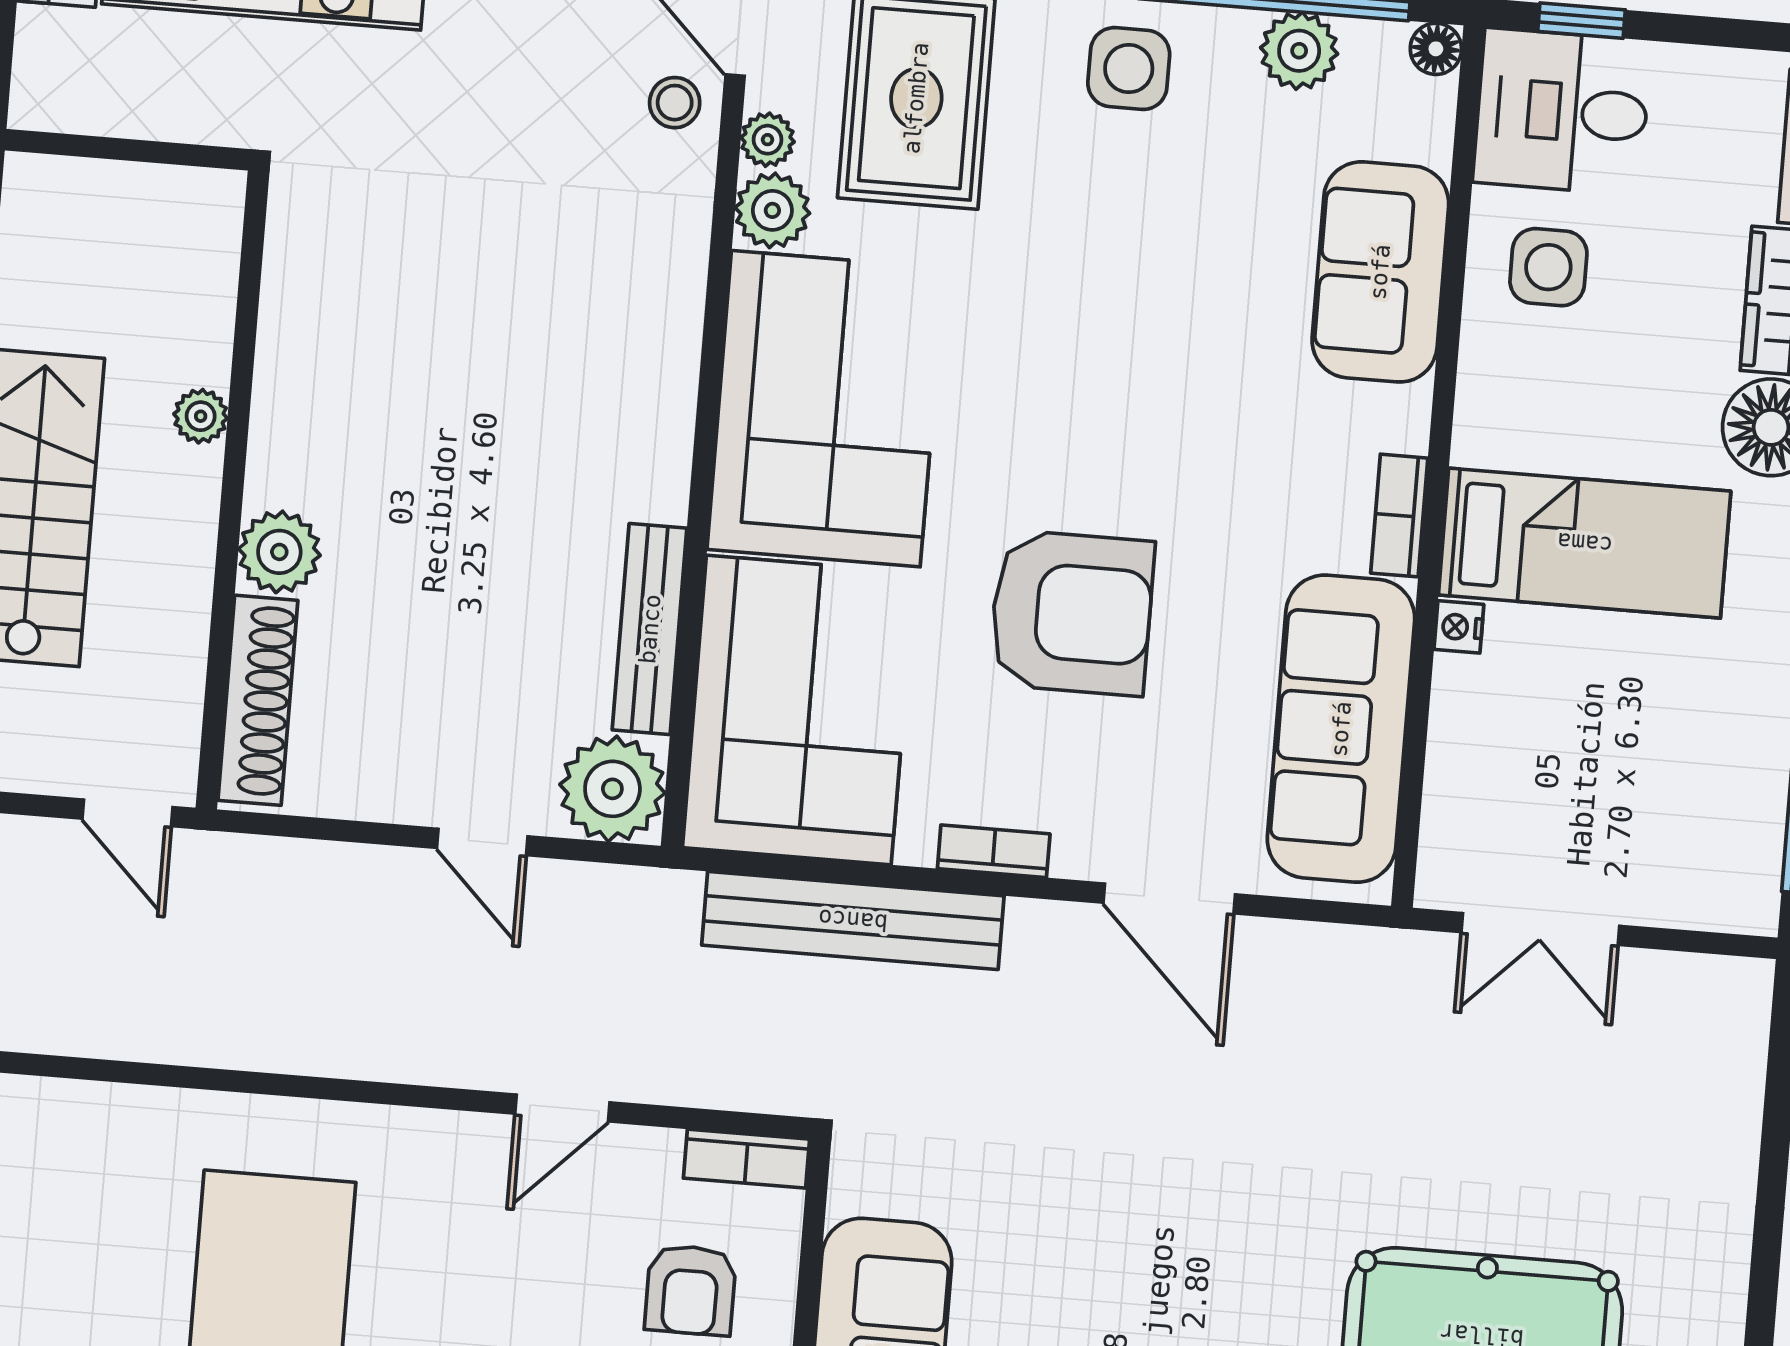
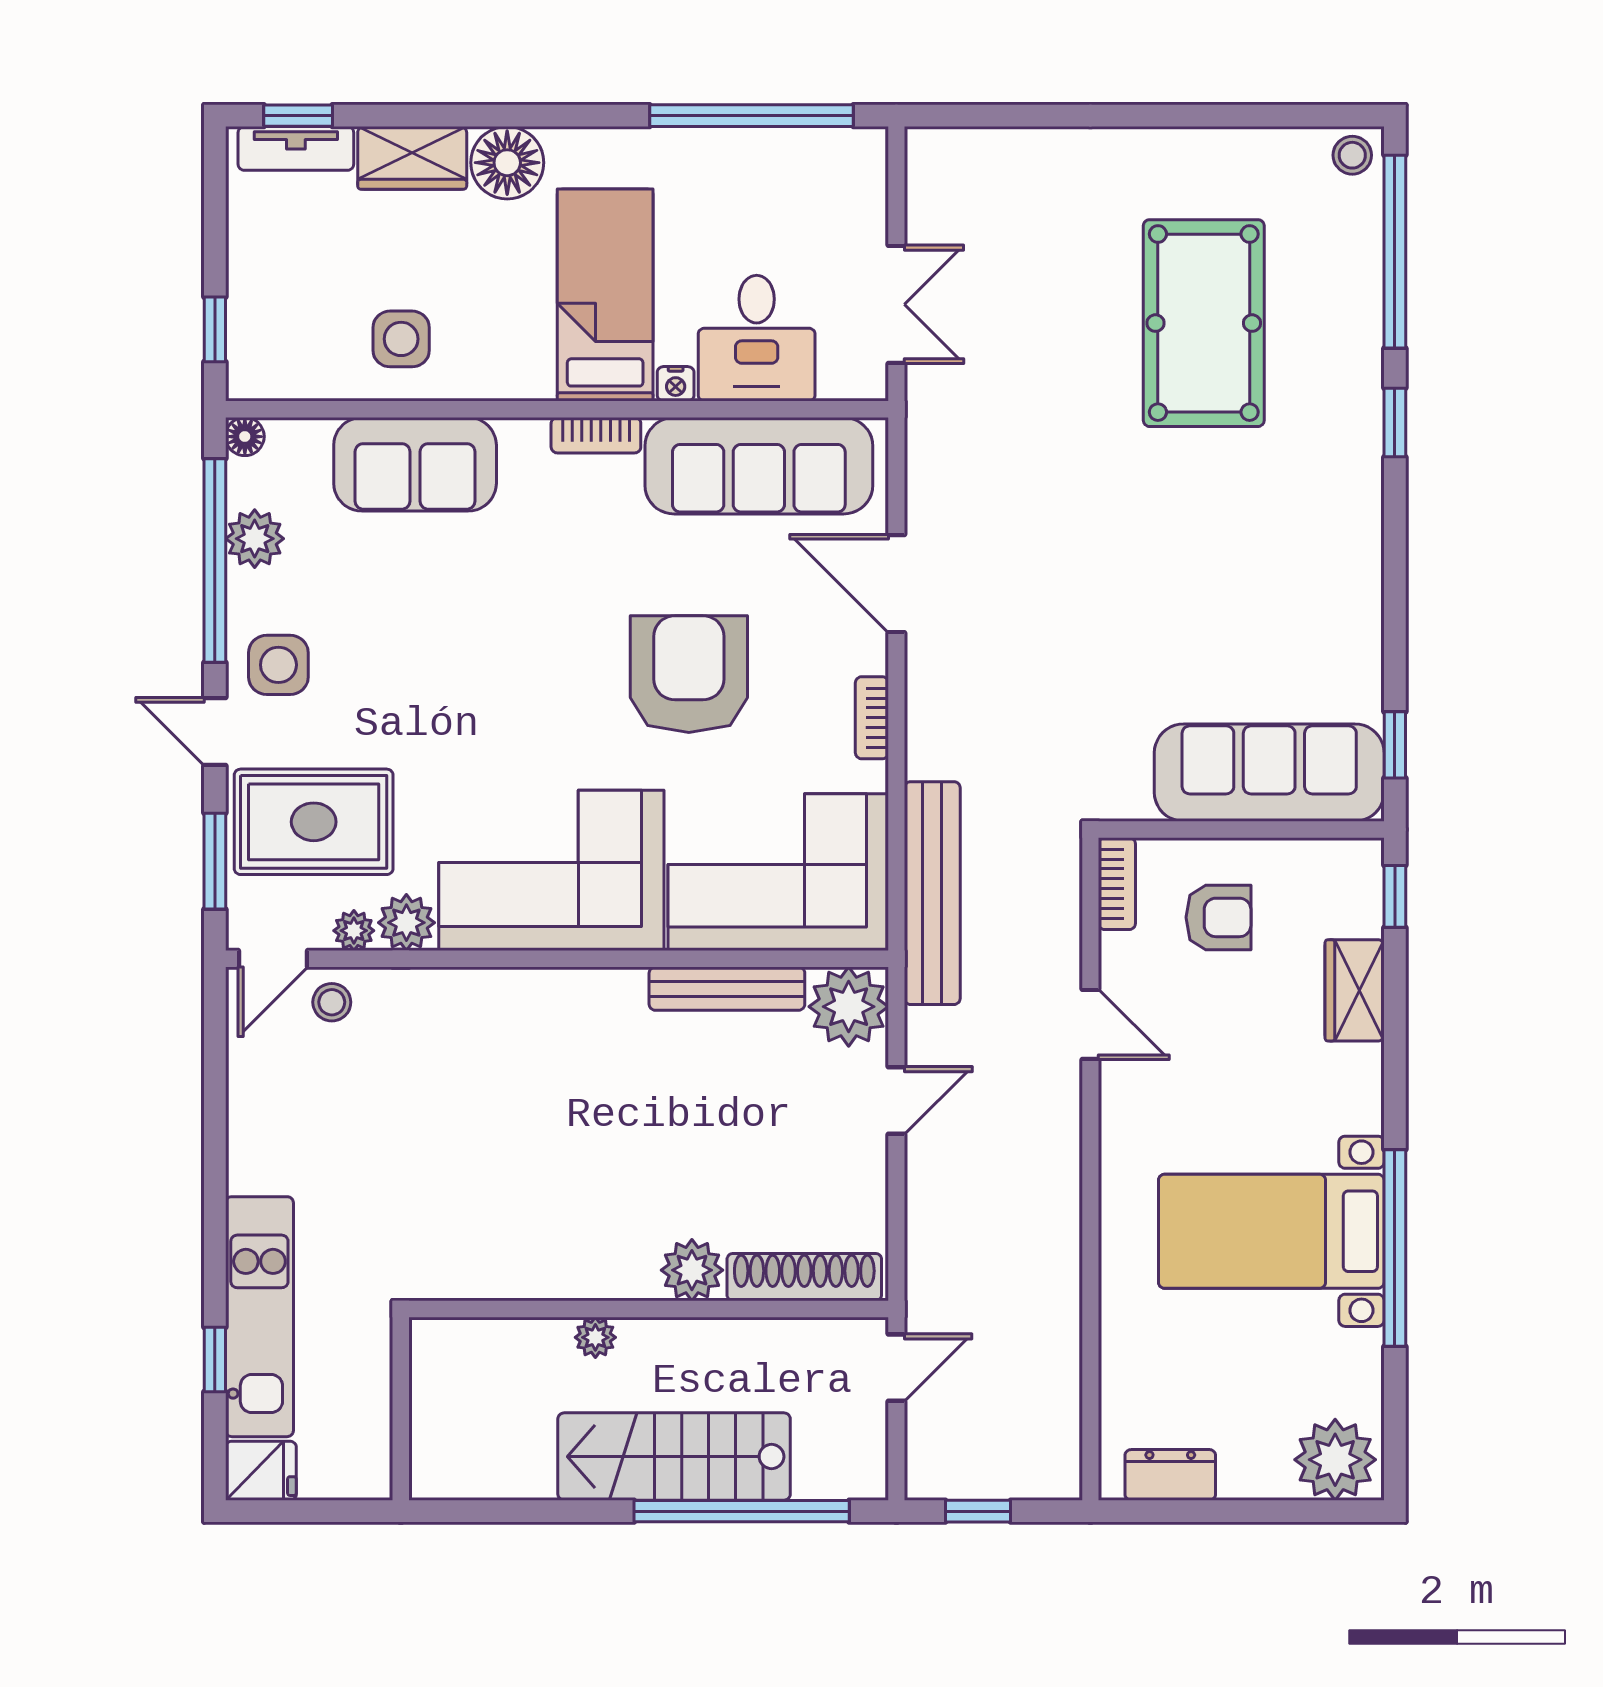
desk: (1562, 112) -> (757, 338), moved
door: (1169, 899) -> (896, 584), swing flipped
bench: (853, 920) -> (932, 893), moved

